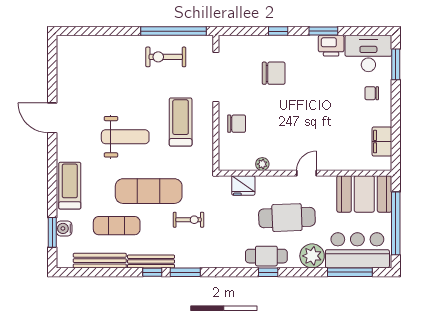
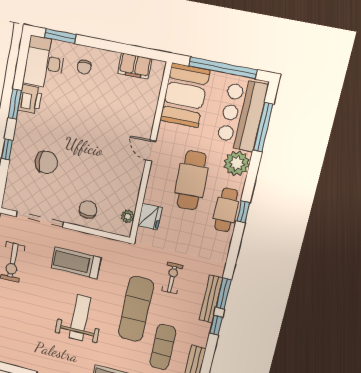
chair: (274, 73) -> (46, 162), turned 90
plant: (262, 164) -> (128, 217), moved
bench: (151, 261) -> (211, 299), moved

